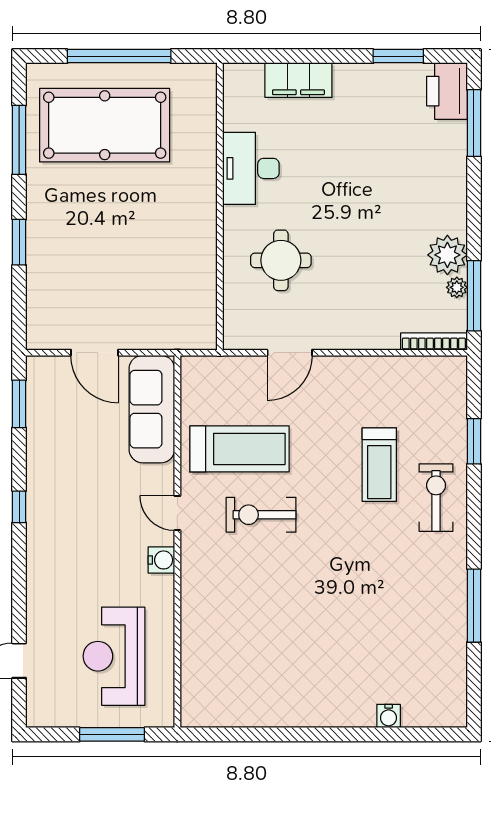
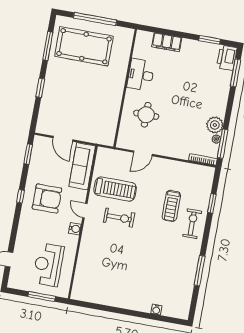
armchair: (83, 501) -> (47, 199), added
exercise bike: (261, 515) -> (119, 218), turned 180

